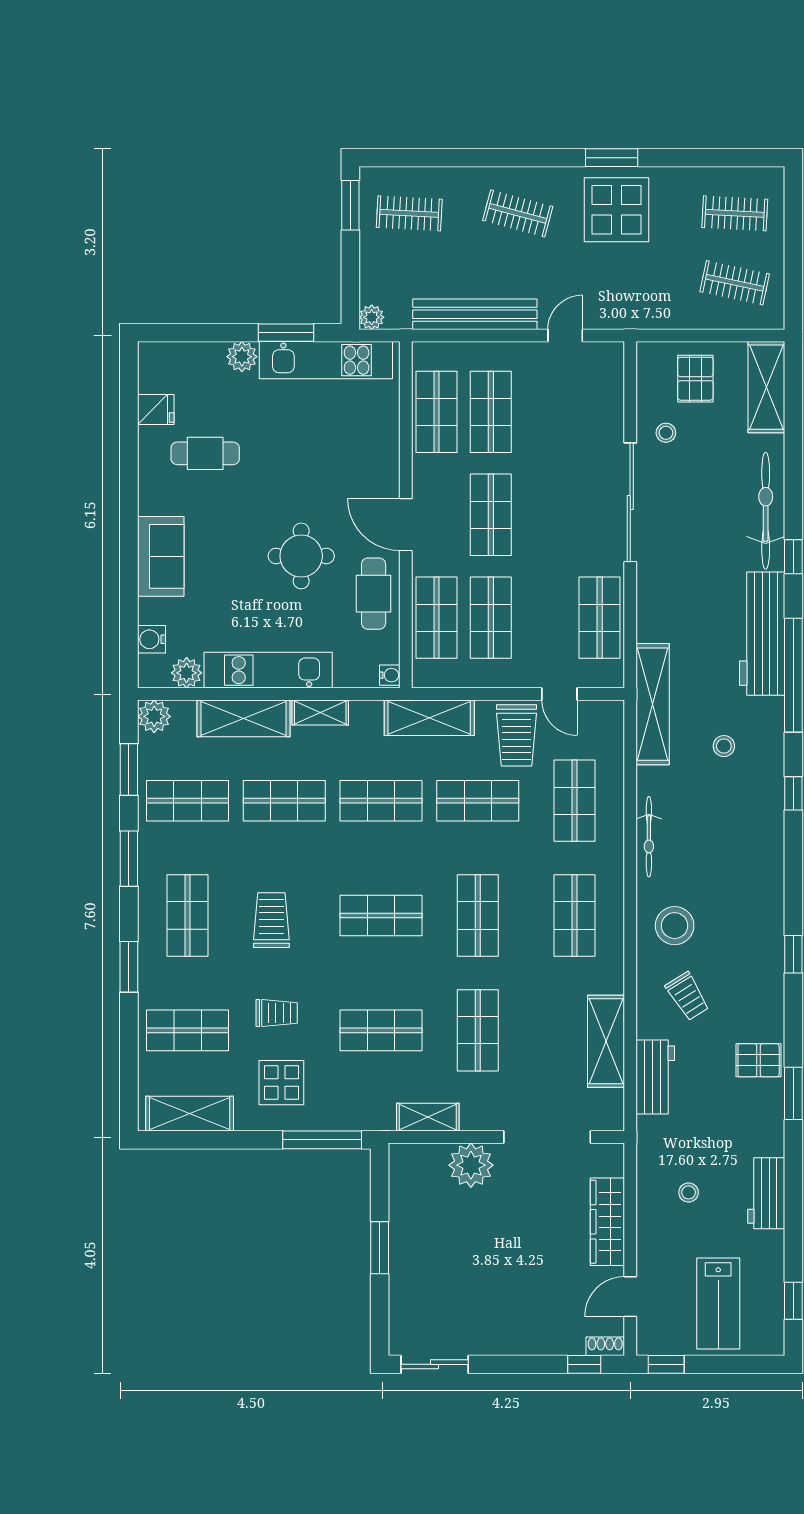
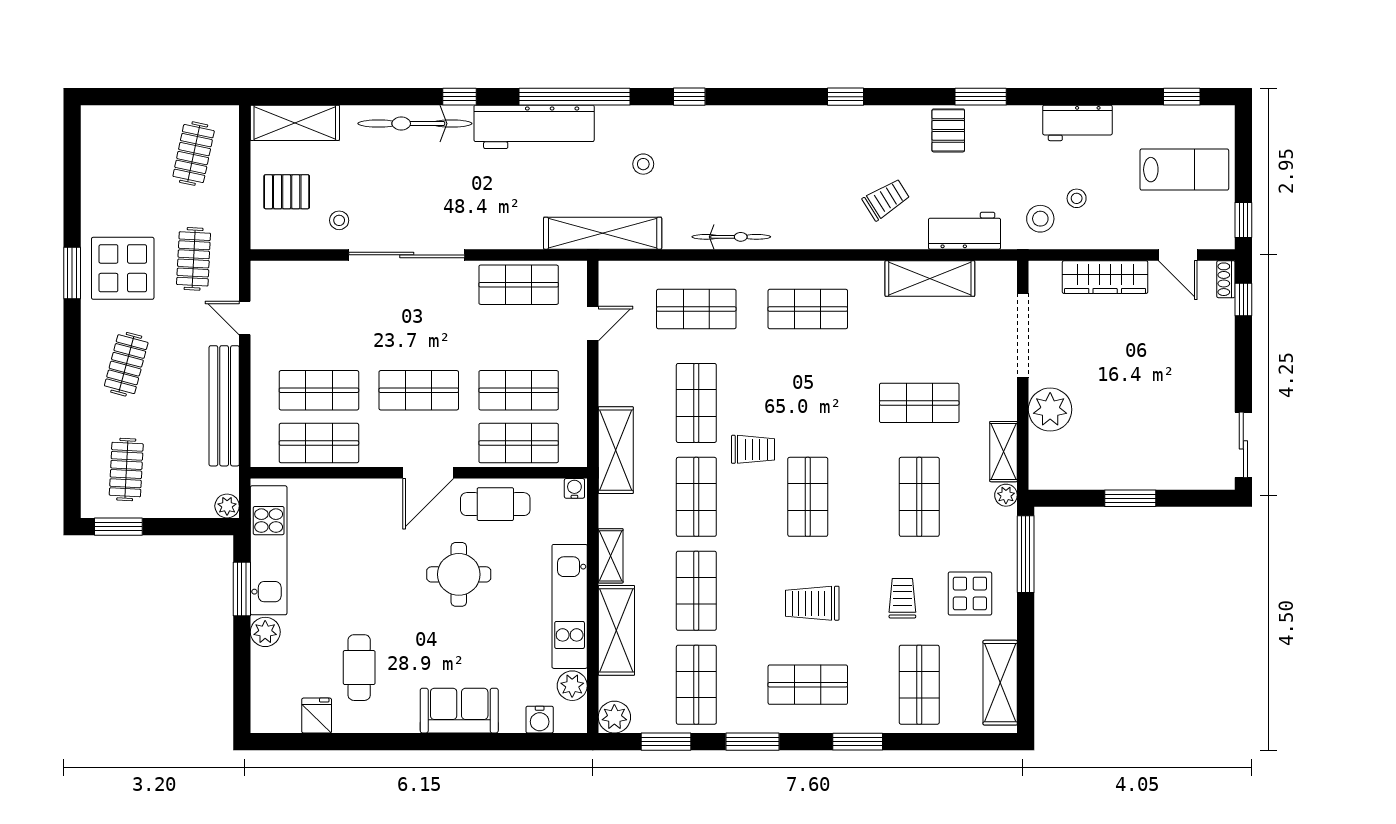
clothes rail: (735, 213) -> (194, 259), moved
trolley: (516, 735) -> (753, 449), moved, width x0.73, depth x0.72
shop shelf: (478, 916) -> (808, 403), removed
stool: (675, 926) -> (1040, 219), moved, width x0.73, depth x0.73
plant: (383, 1120) -> (1006, 495), added

